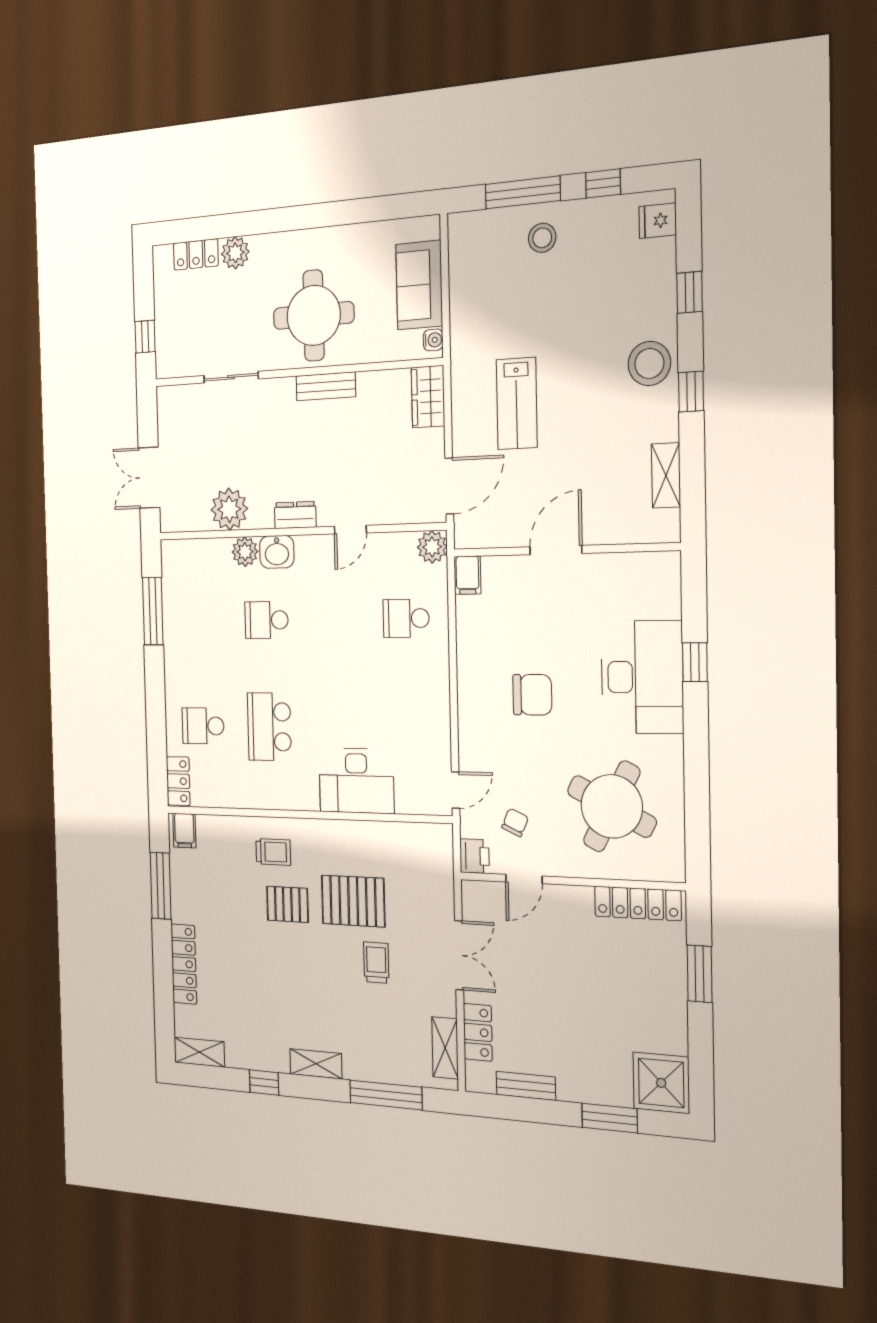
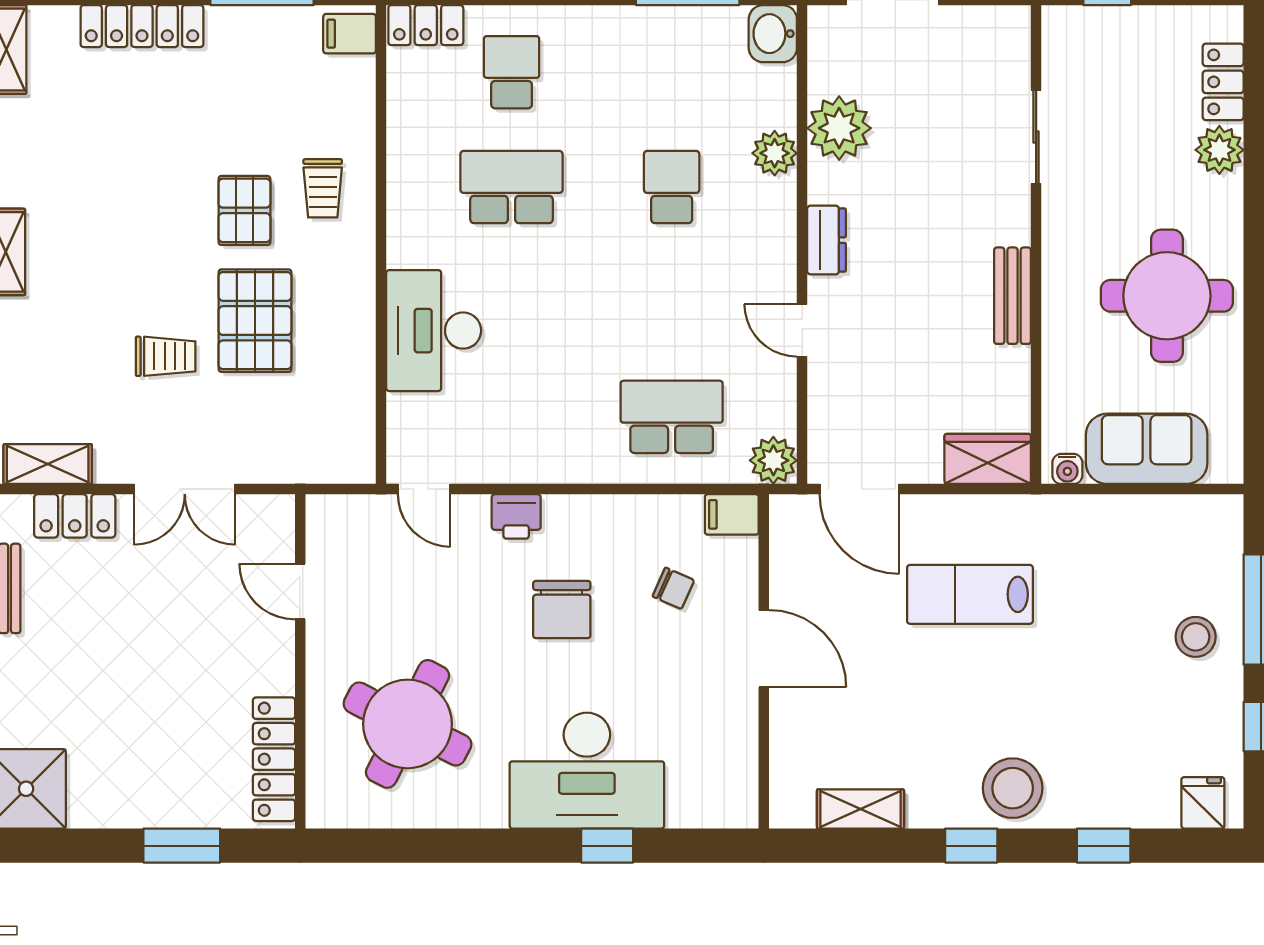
round table: (314, 315) -> (1167, 296), moved
washbasin: (277, 552) -> (773, 34), moved
school desk: (406, 618) -> (672, 417), width x1.85
chair: (515, 822) -> (673, 588), moved
printer: (474, 856) -> (516, 516), moved

